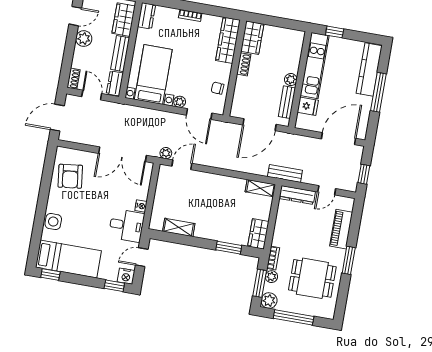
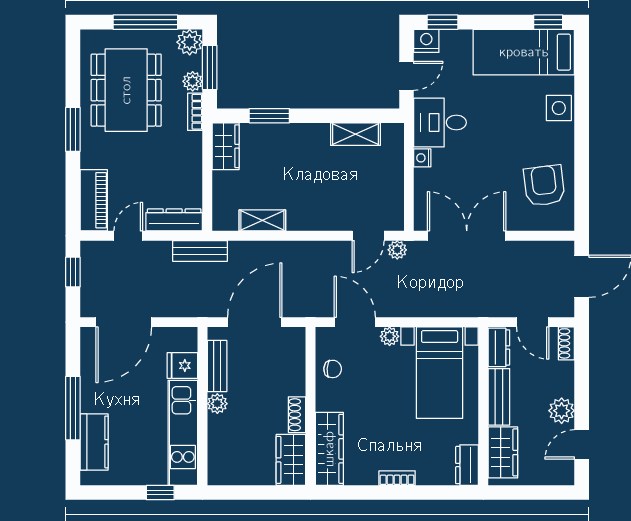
kitchen counter: (369, 69) -> (94, 442), width x0.67
shelving: (260, 188) -> (262, 220), moved
piano: (341, 229) -> (94, 200), moved
dining table: (312, 278) -> (126, 90), width x1.38

